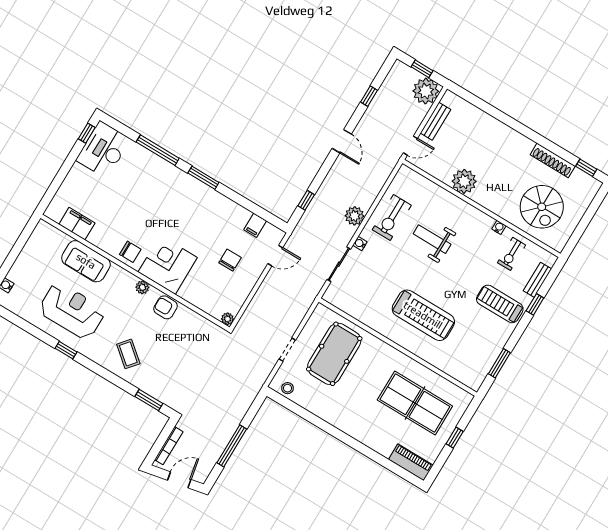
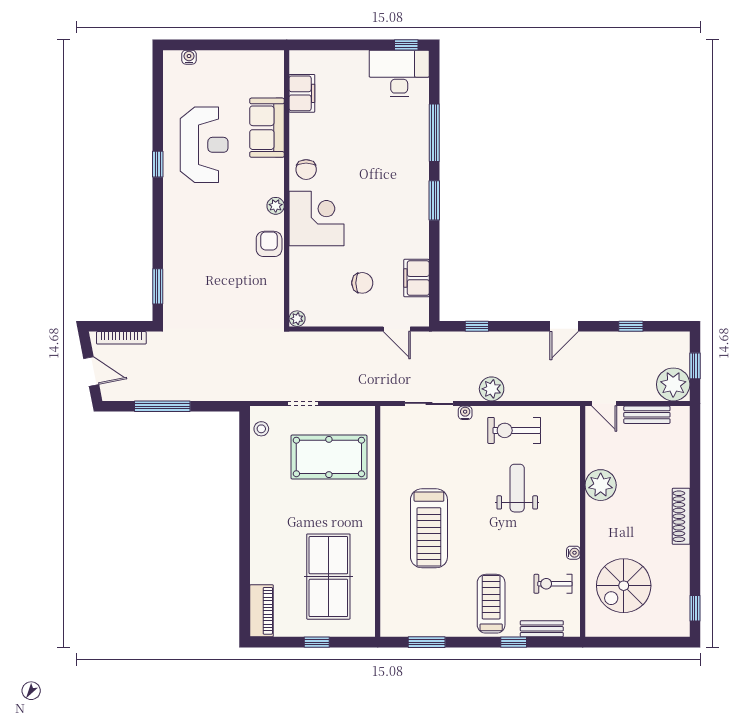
shoe rack: (553, 160) -> (681, 516), moved
filing cabinet: (255, 225) -> (416, 278), width x2.00
coffee table: (128, 354) -> (194, 234), removed

